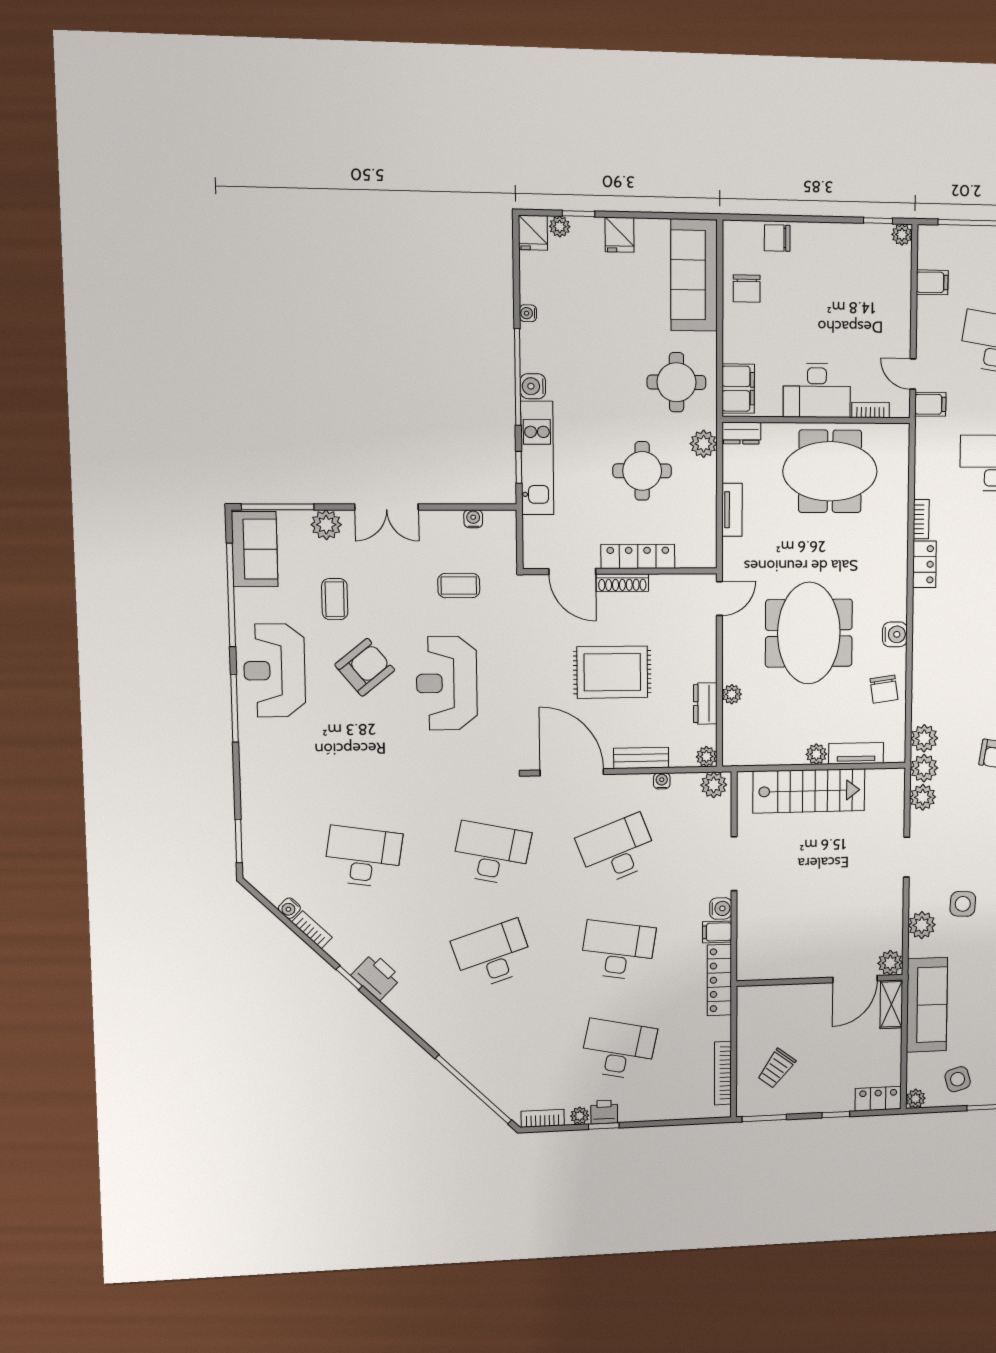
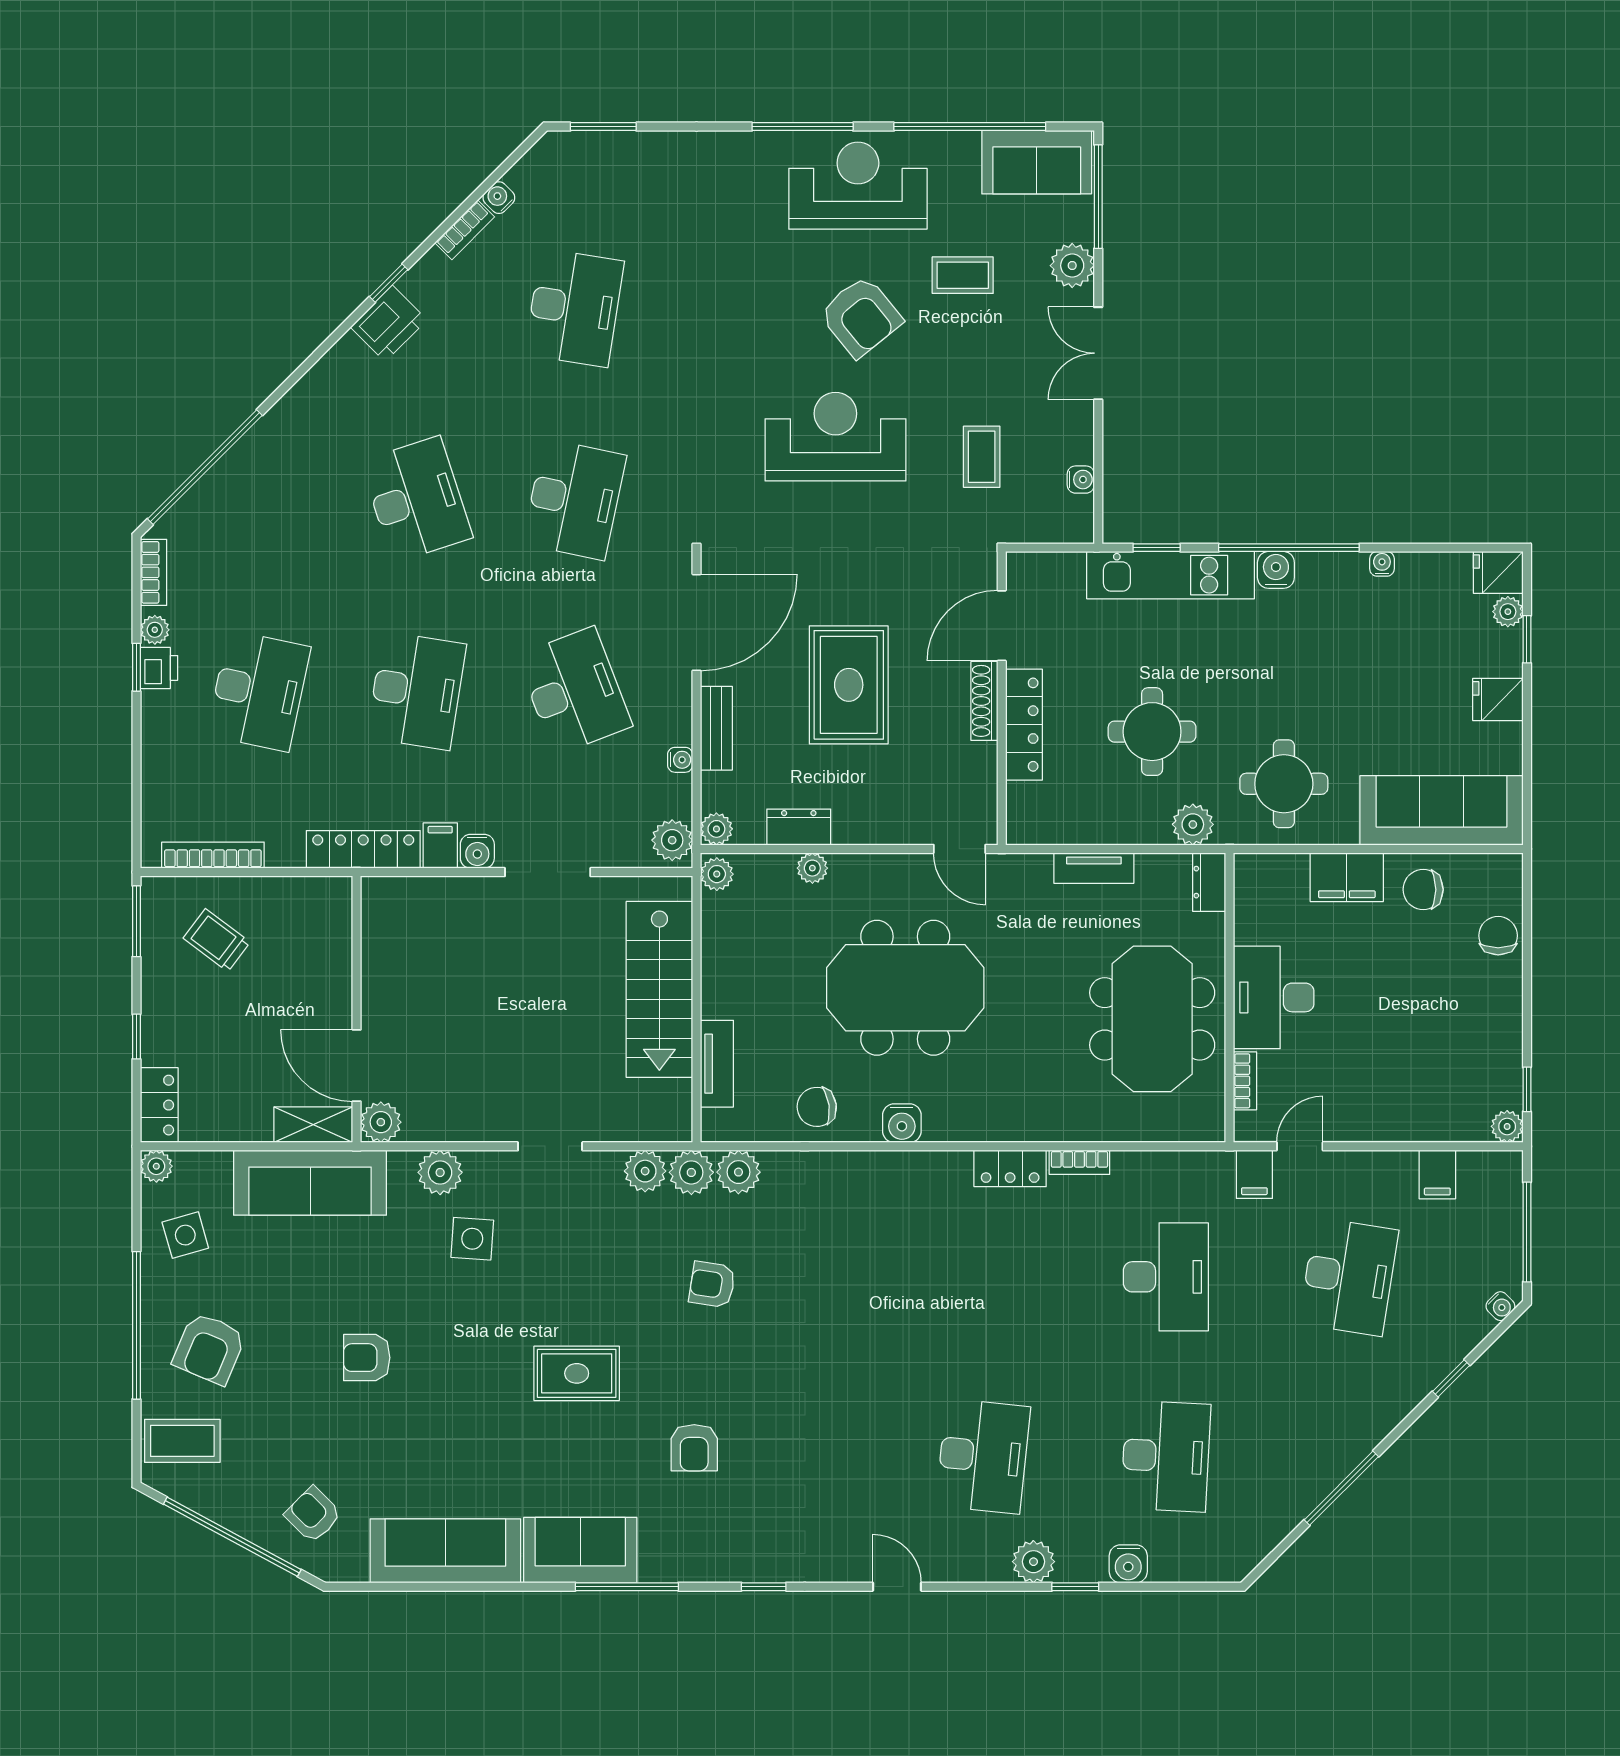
filing cabinet: (738, 389) -> (1347, 877), moved
plant: (816, 754) -> (717, 874), moved

